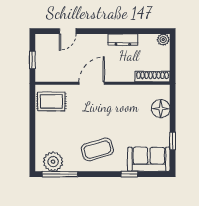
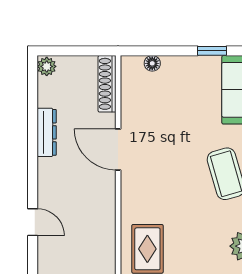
door: (92, 83) -> (118, 149), moved
floor lamp: (161, 109) -> (152, 63), width x0.53, depth x0.53

